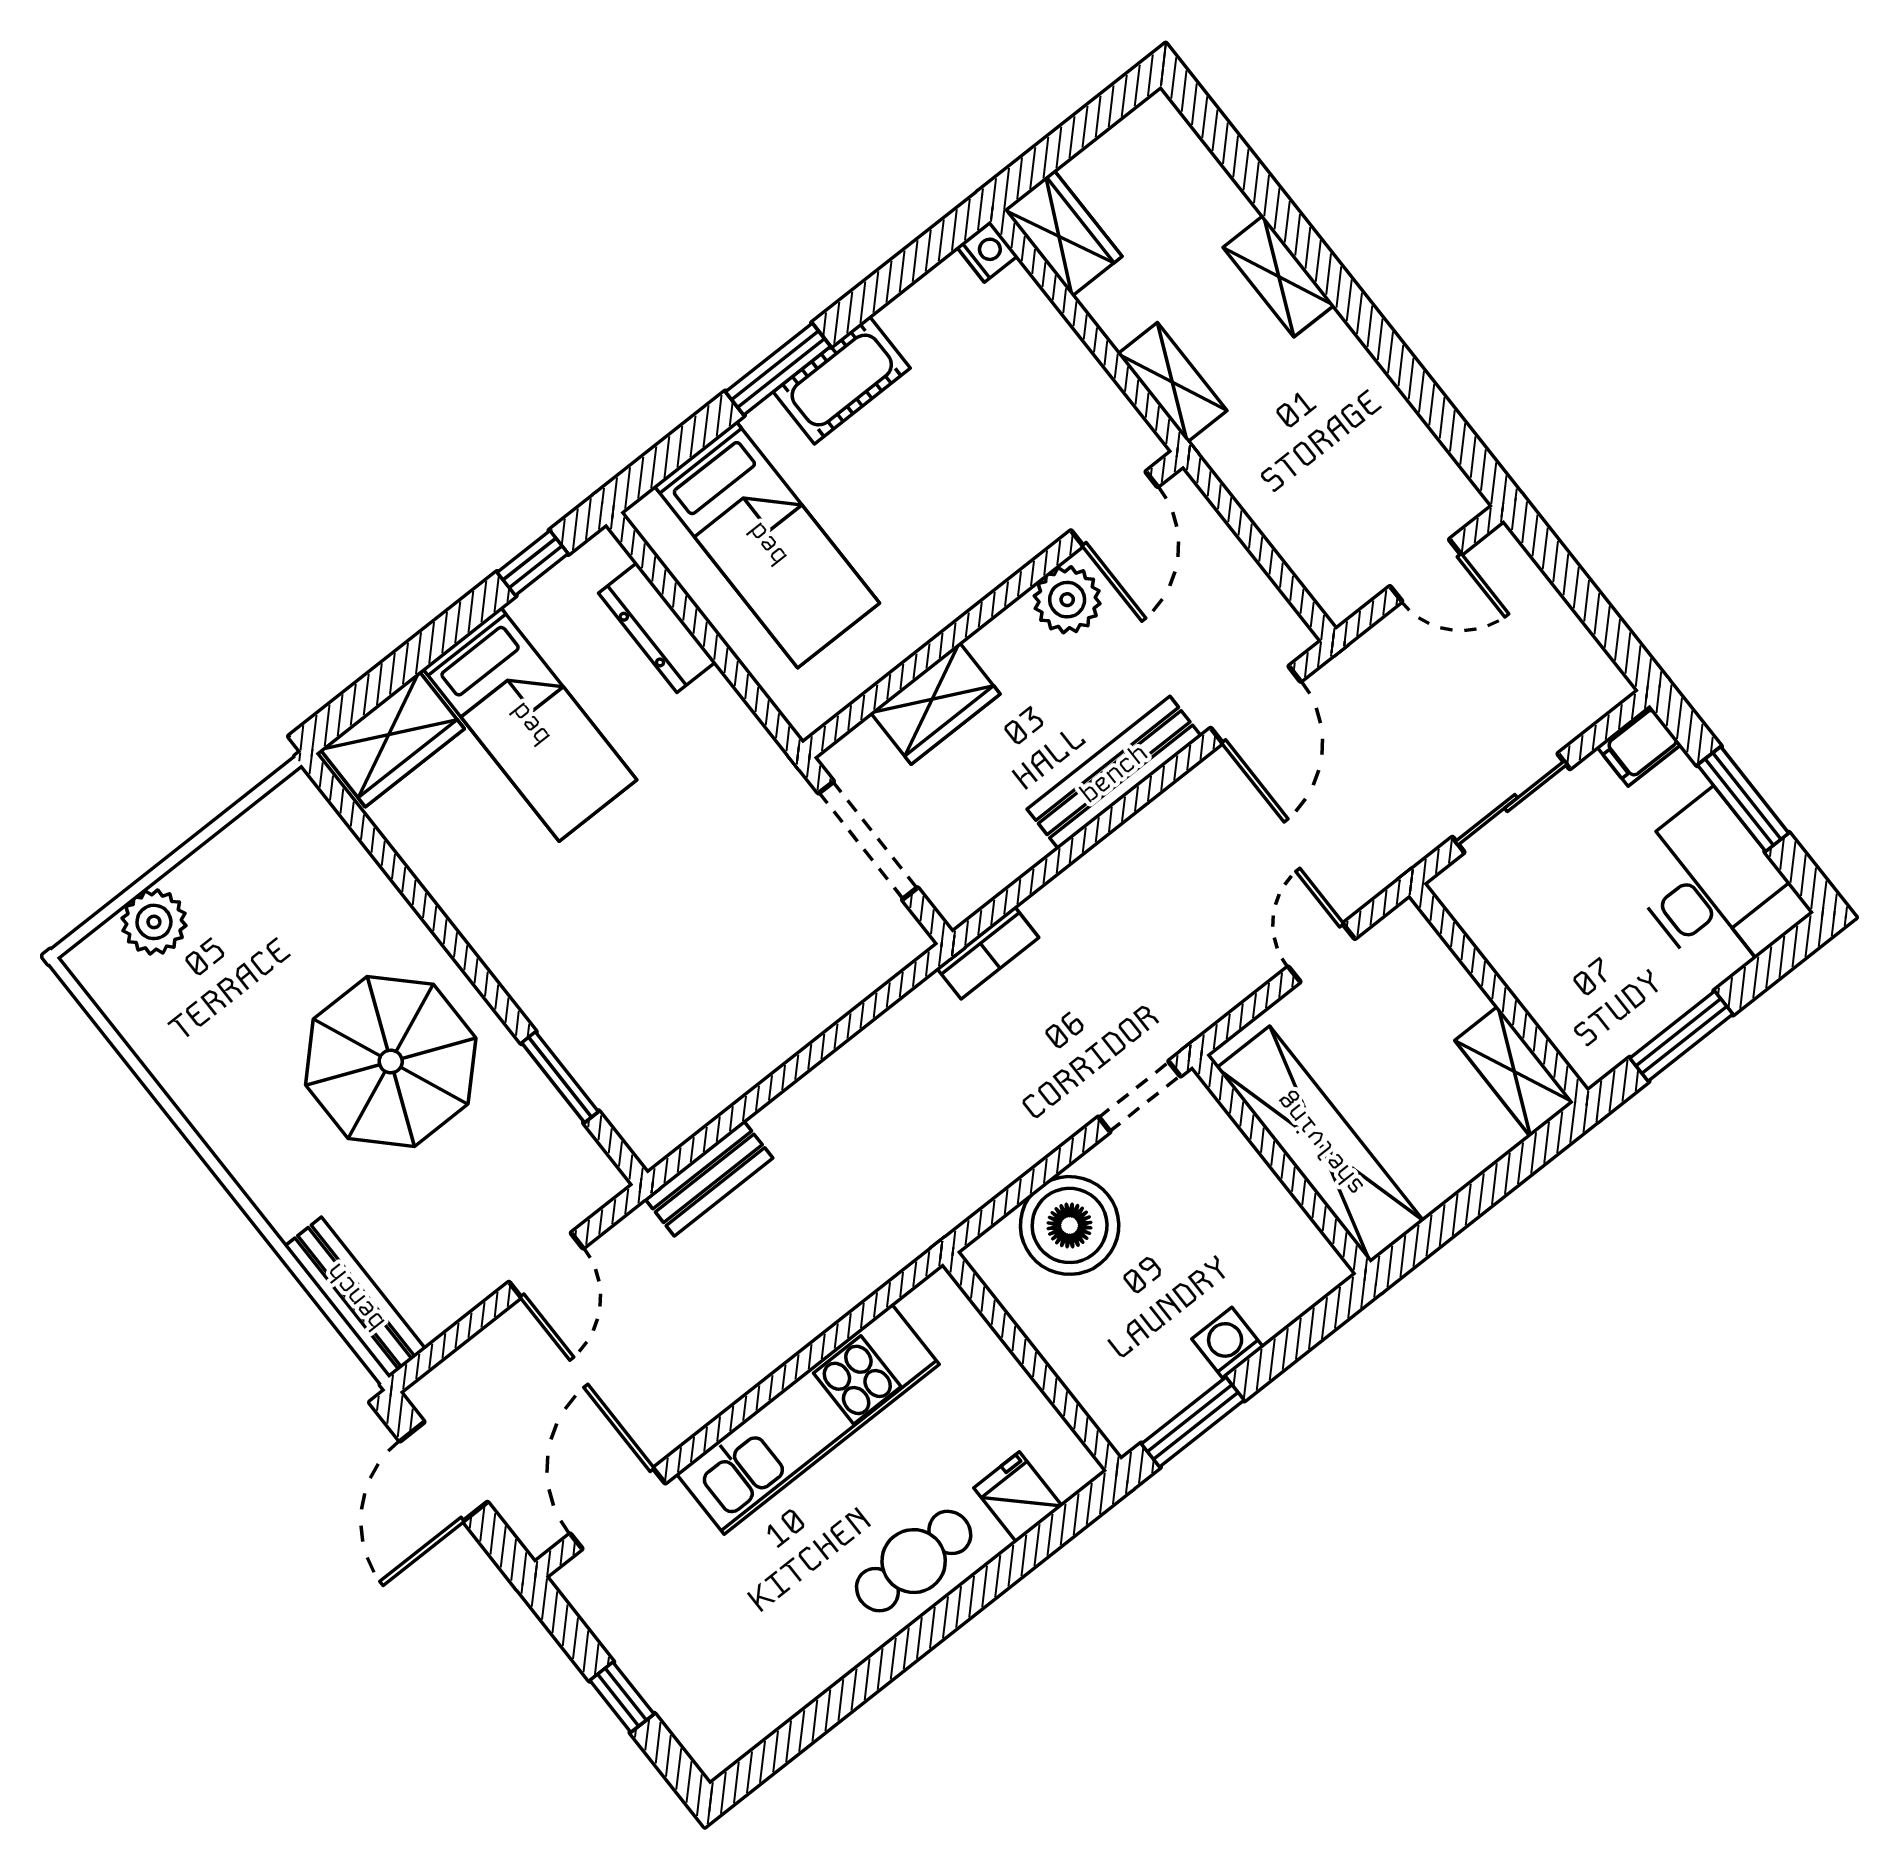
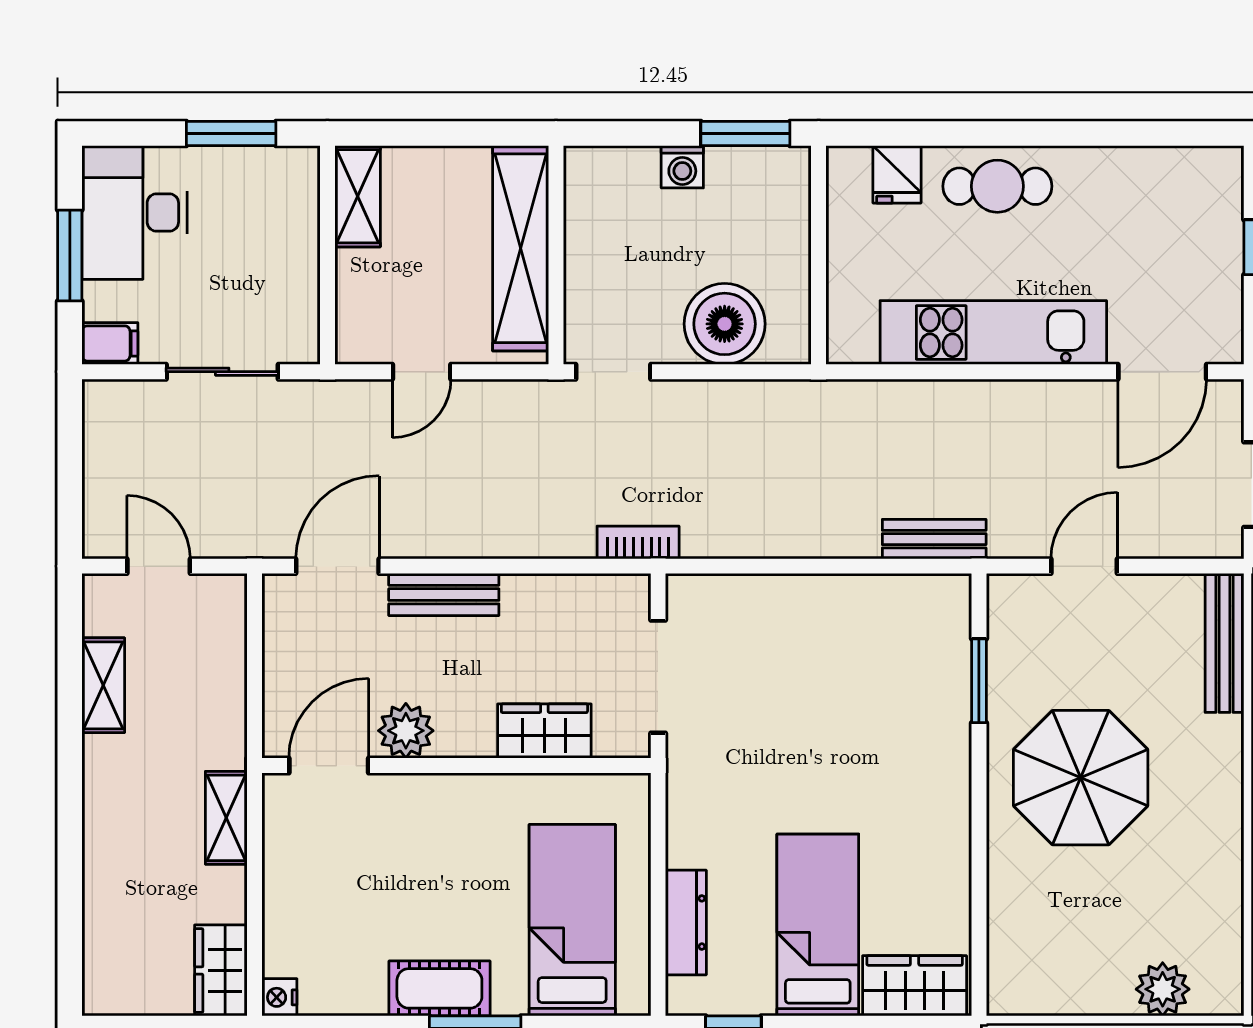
shelving: (1279, 276) -> (103, 685), moved
bench: (1114, 773) -> (444, 595), width x0.73

